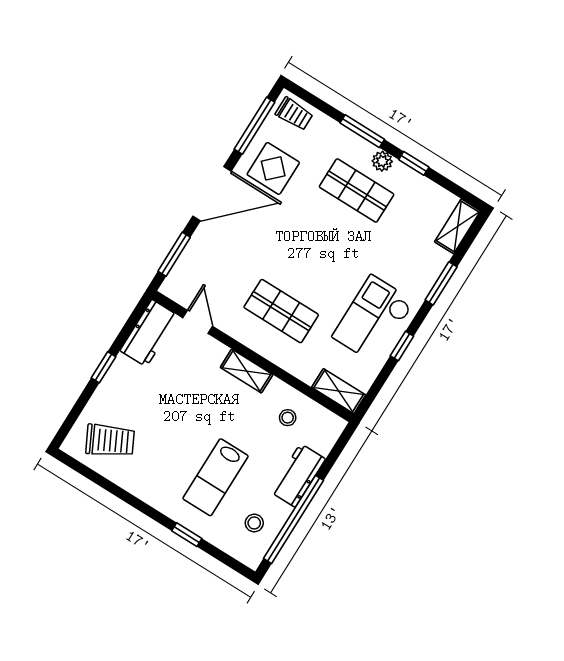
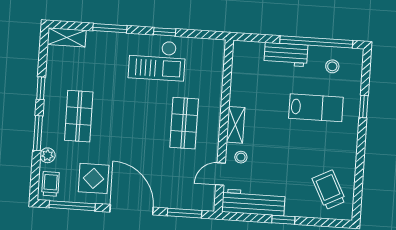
plant: (382, 161) -> (48, 155), moved
workbench: (149, 333) -> (253, 202), width x1.38
shelving: (339, 391) -> (216, 57), removed
stool: (288, 418) -> (241, 157), moved

